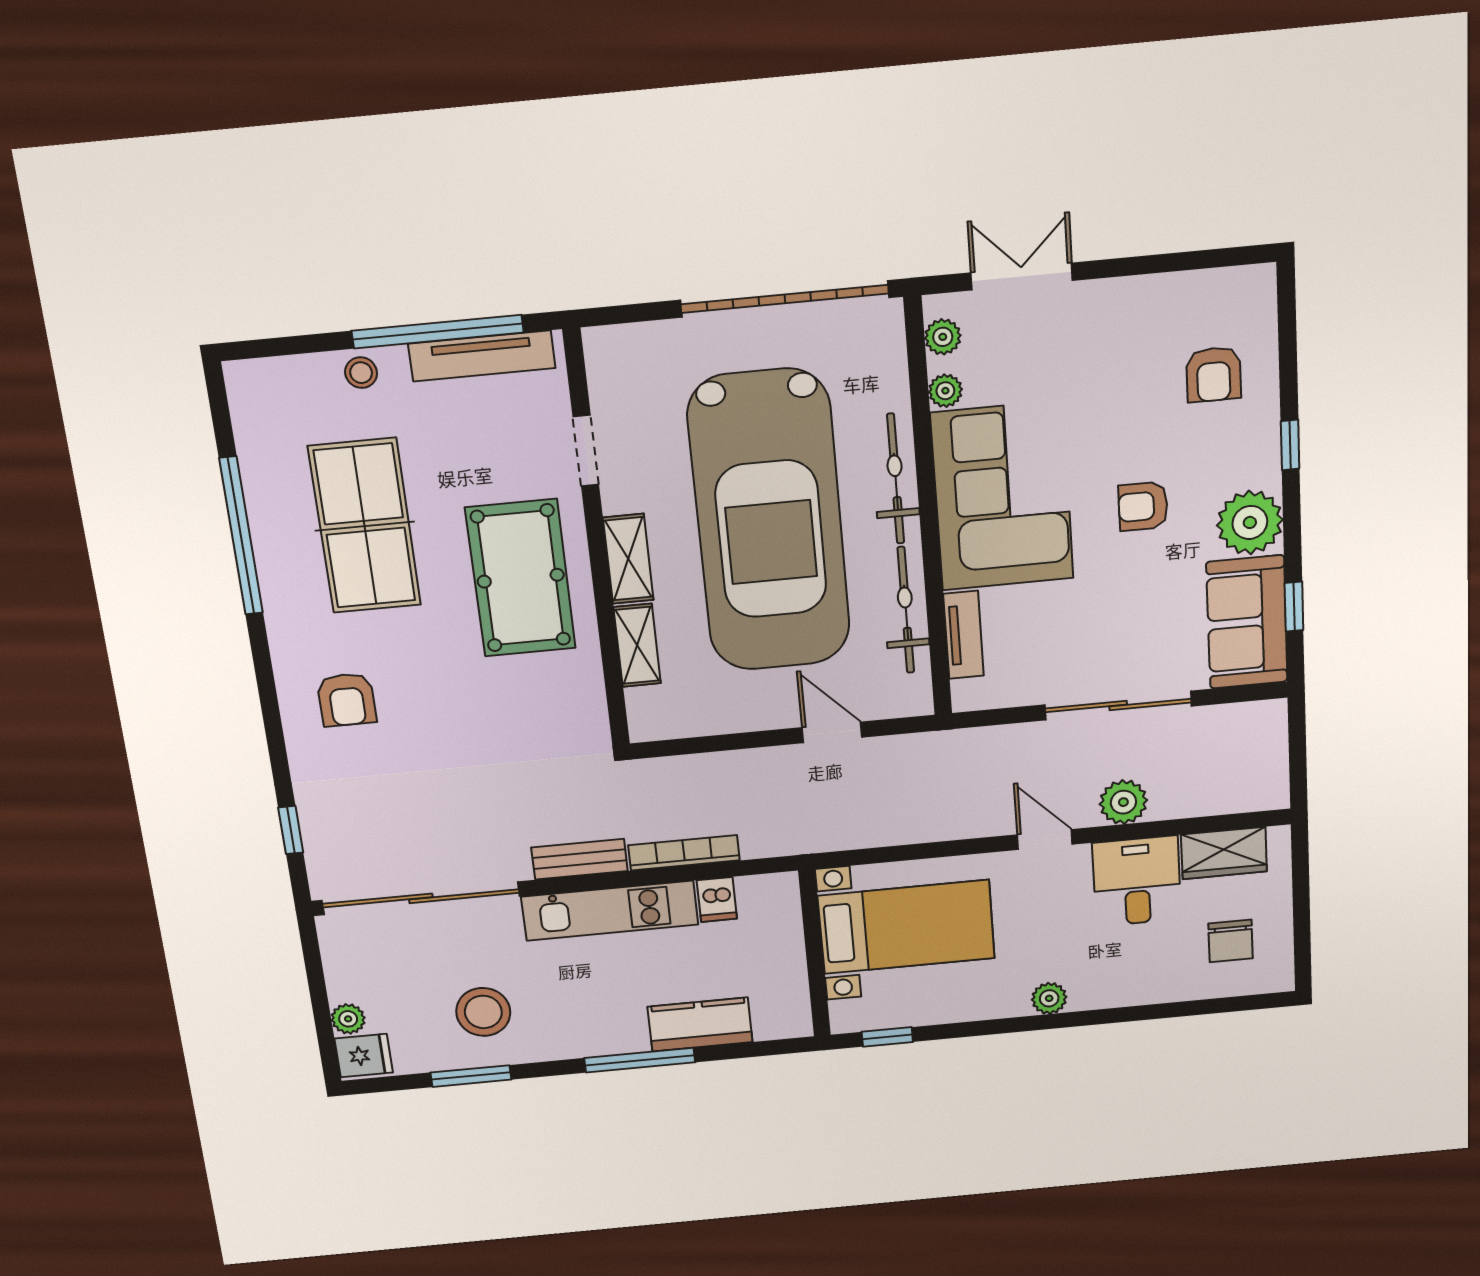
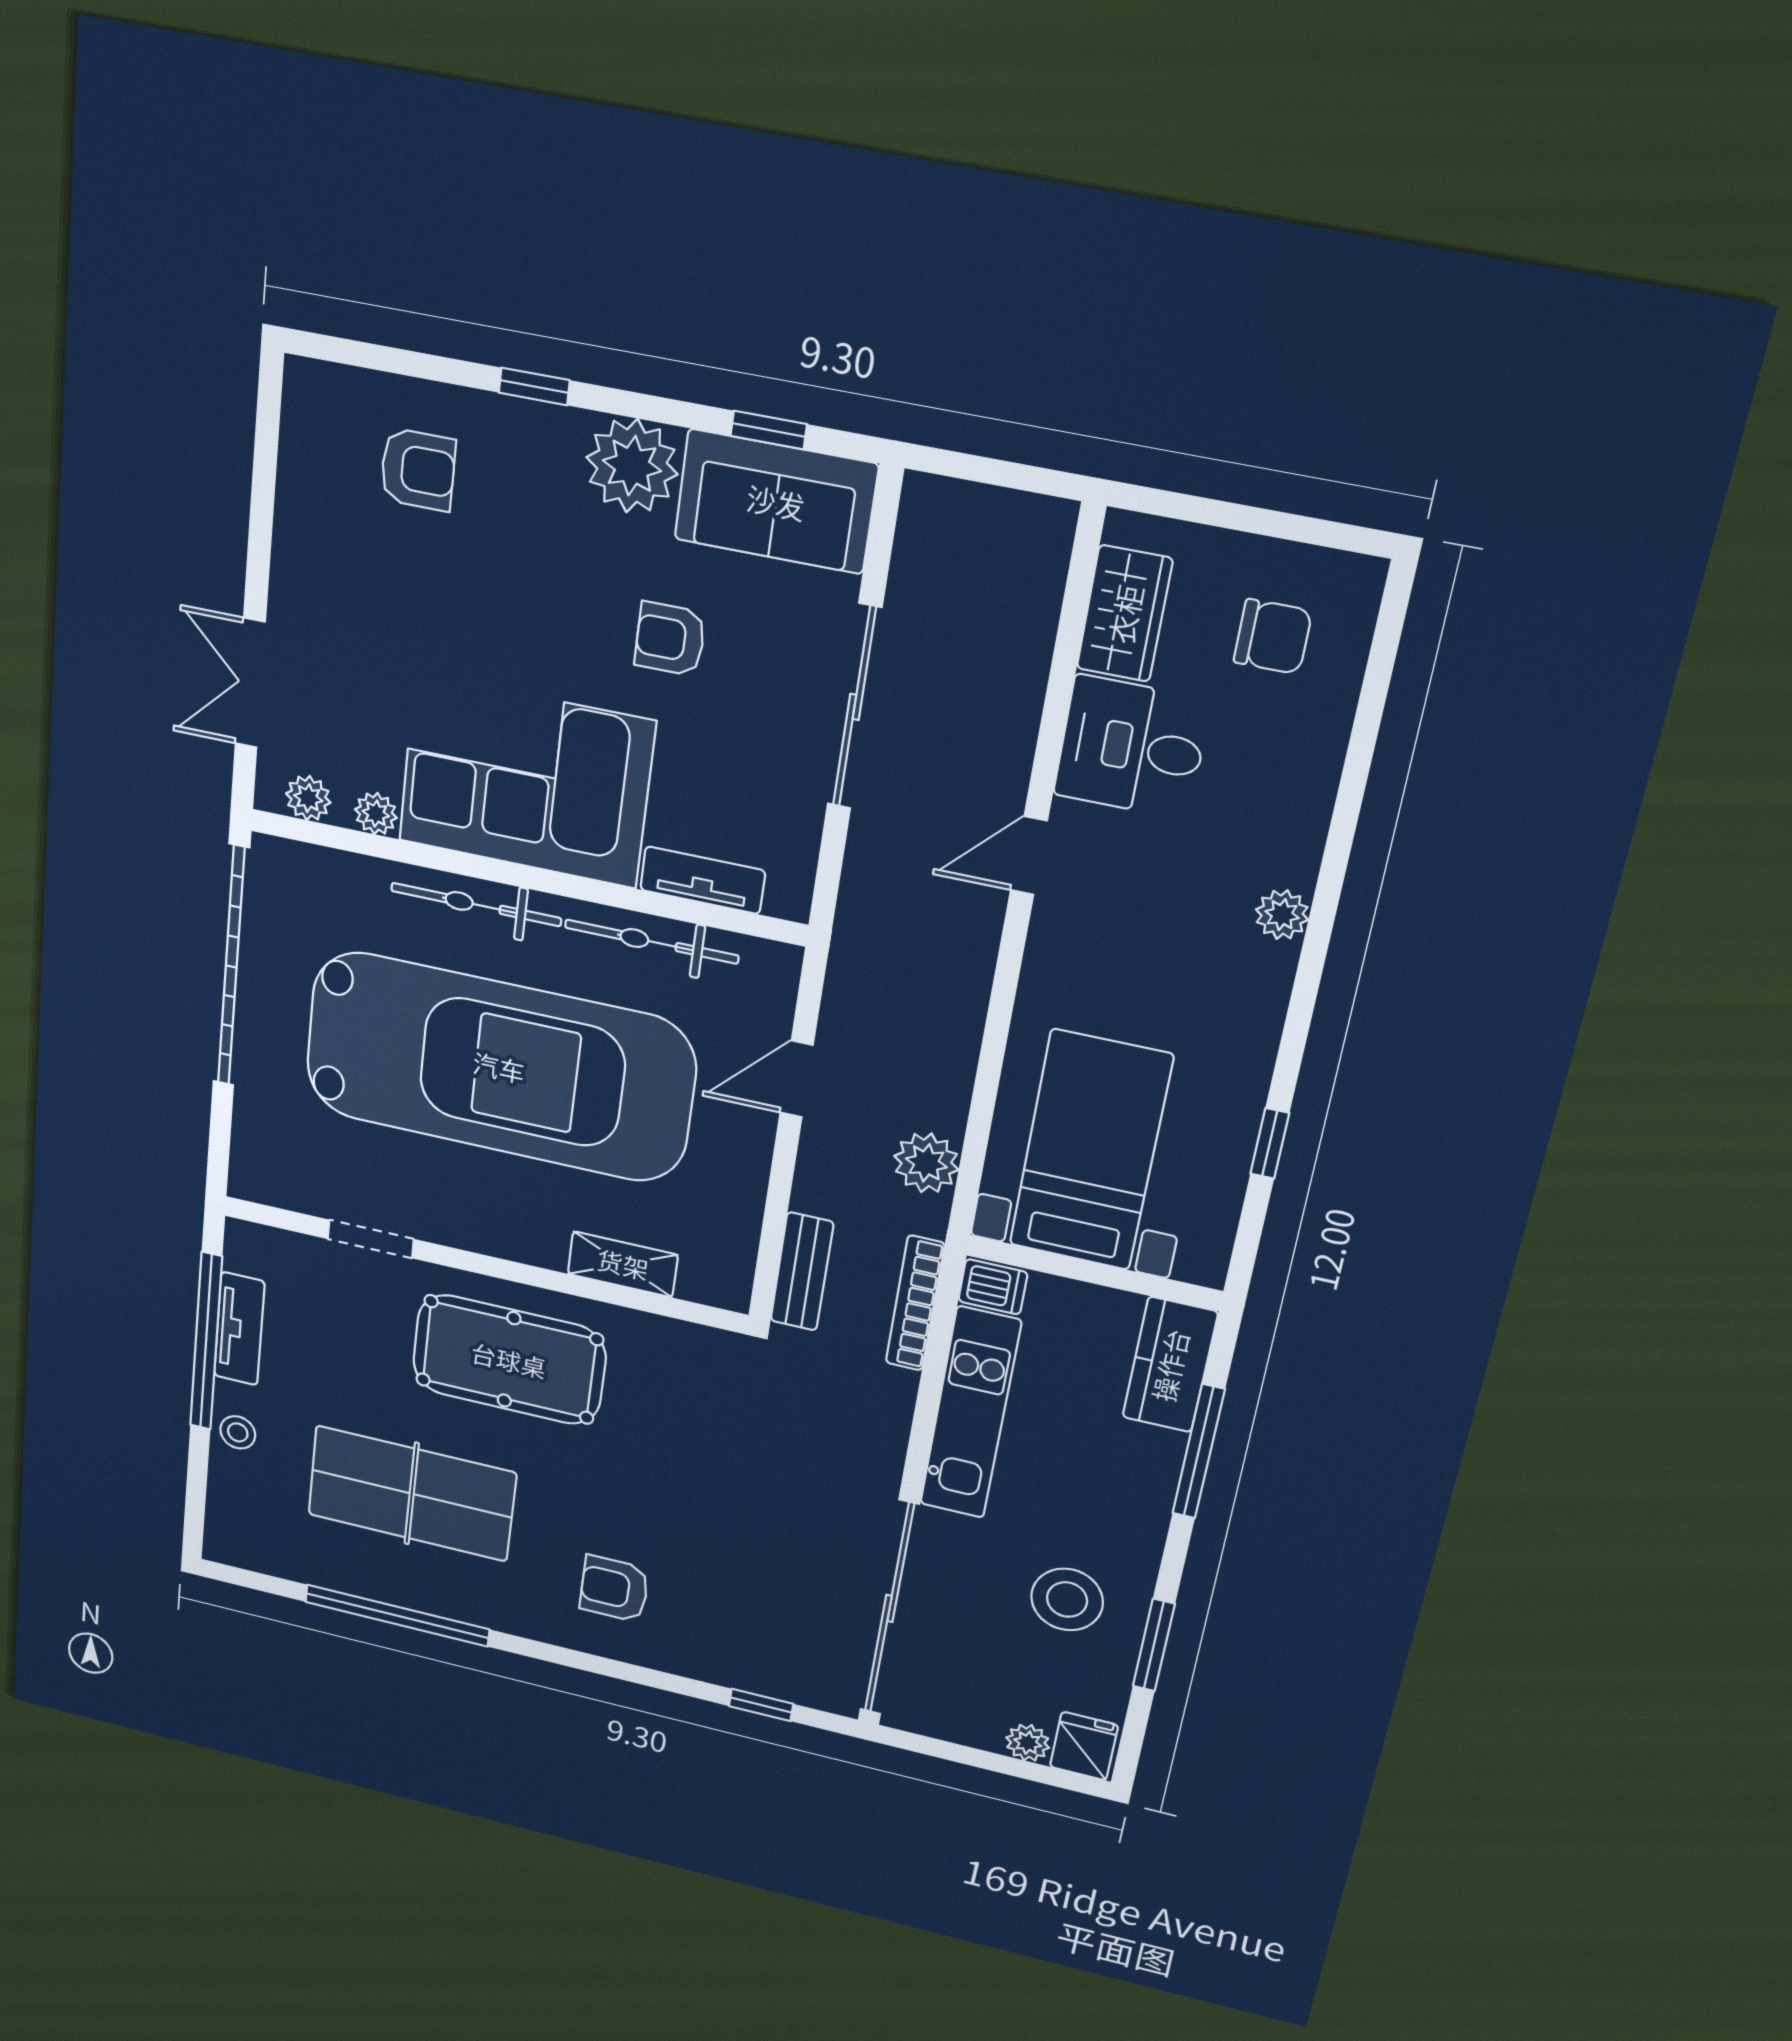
tv unit: (482, 356) -> (239, 1329), width x0.71
armchair: (1143, 506) -> (670, 639), moved, turned 90
shelving: (628, 559) -> (511, 1238), removed
armchair: (347, 700) -> (614, 1589), turned 180
plant: (1123, 802) -> (926, 1163), moved
bench: (579, 859) -> (802, 1272), moved
bed with nightstands: (906, 927) -> (1091, 1151), moved
wall: (815, 954) -> (1094, 1273), moved

